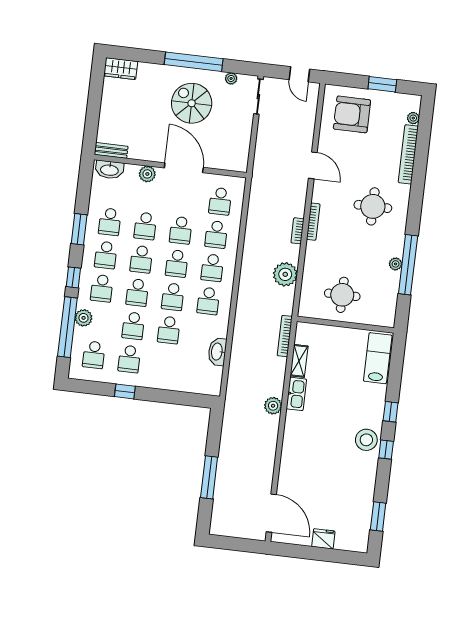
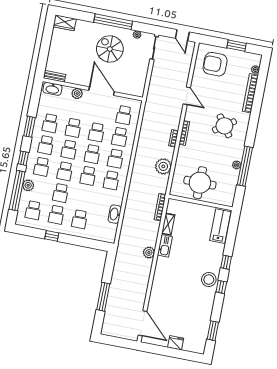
round table: (373, 206) -> (224, 126), turned -35
round table: (342, 295) -> (200, 183), width x1.36, depth x1.36
school desk: (169, 330) -> (80, 219), moved

